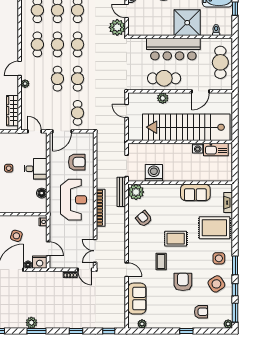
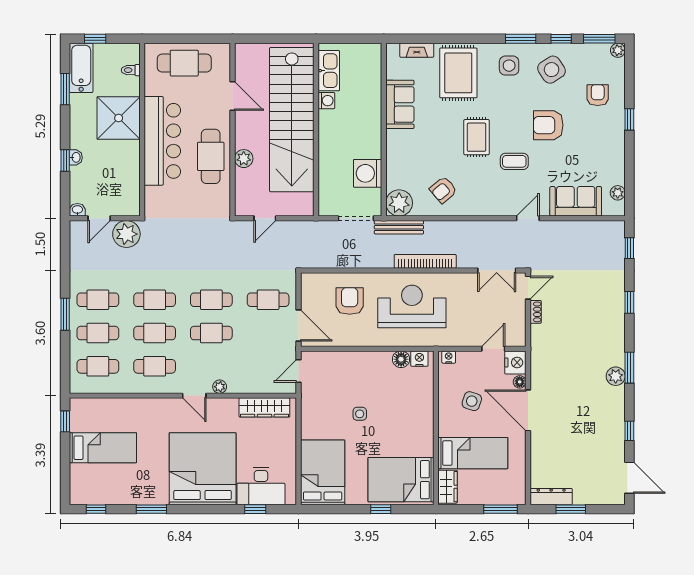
desk: (36, 169) -> (361, 369), removed
nightstand: (42, 204) -> (419, 359), added

